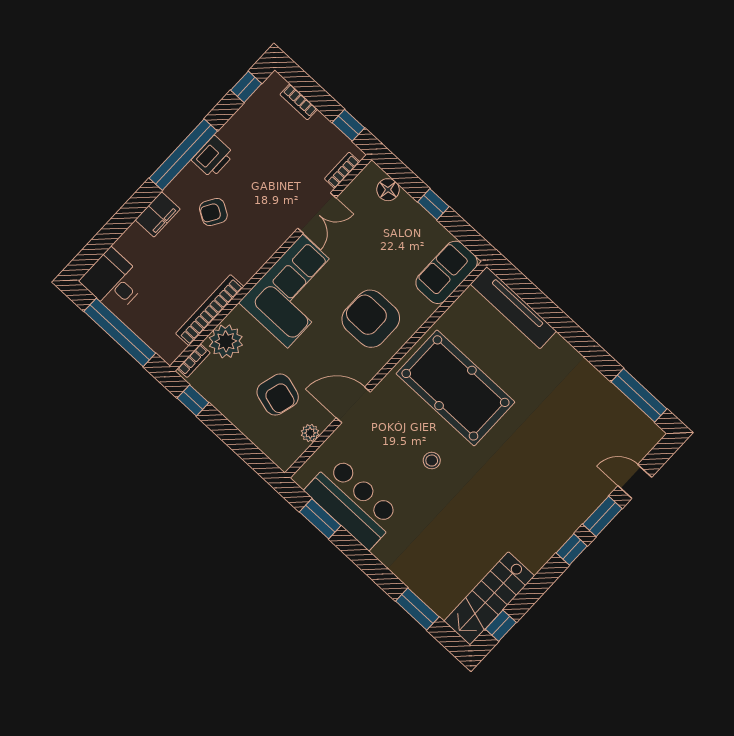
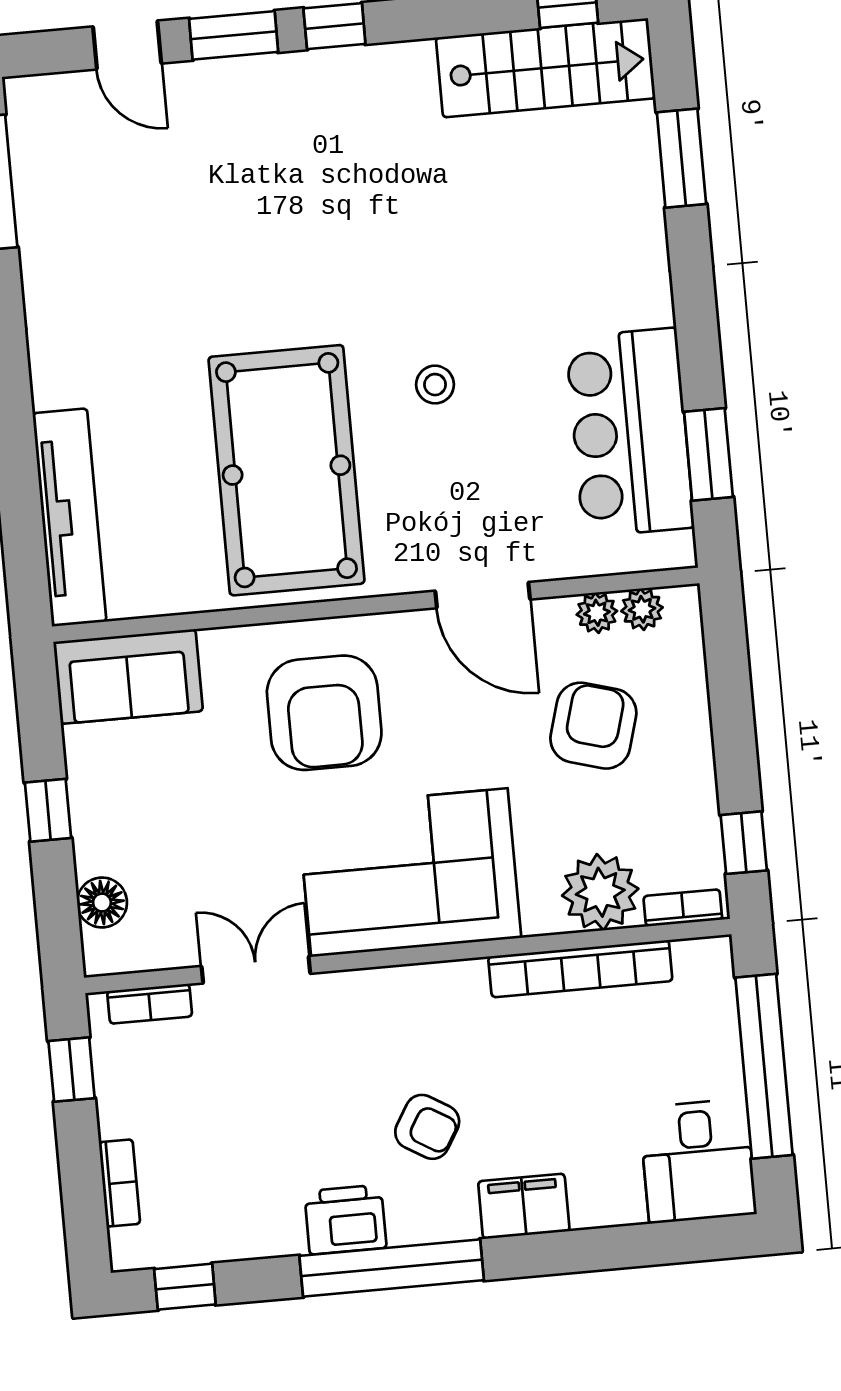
plant: (296, 448) -> (642, 609), added

